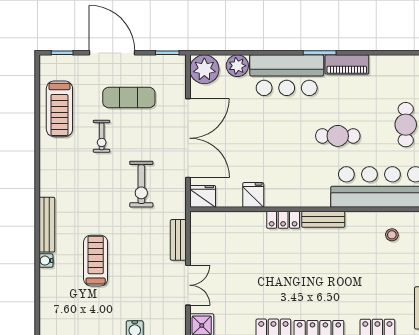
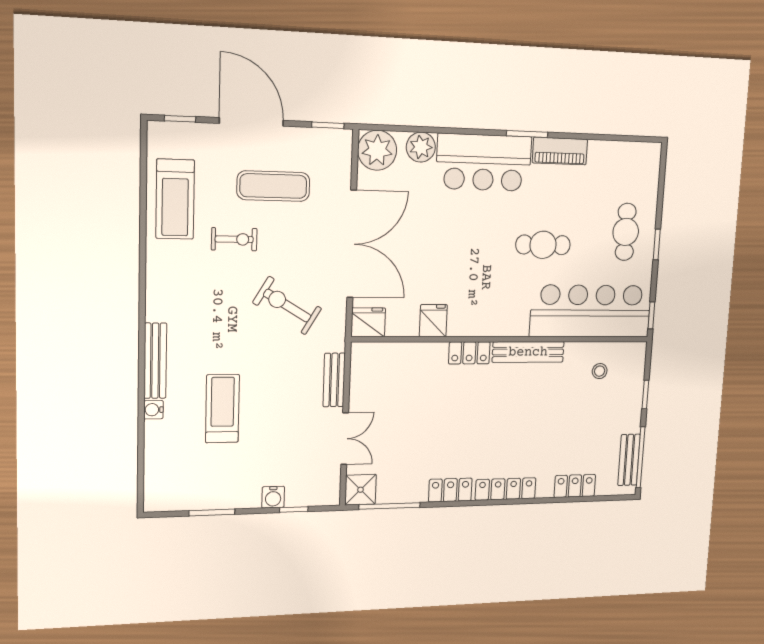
exercise bike: (102, 136) -> (234, 239), turned -90
exercise bike: (141, 184) -> (287, 306), turned 121
bench: (323, 219) -> (528, 352), width x1.36

